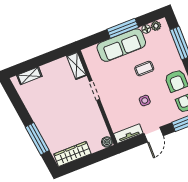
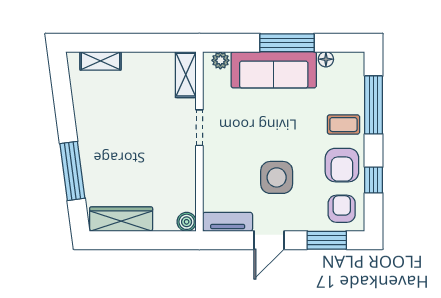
plant: (156, 26) -> (220, 60), moved
coffee table: (144, 69) -> (343, 125), moved
side table: (145, 101) -> (277, 177), width x1.87, depth x1.87

